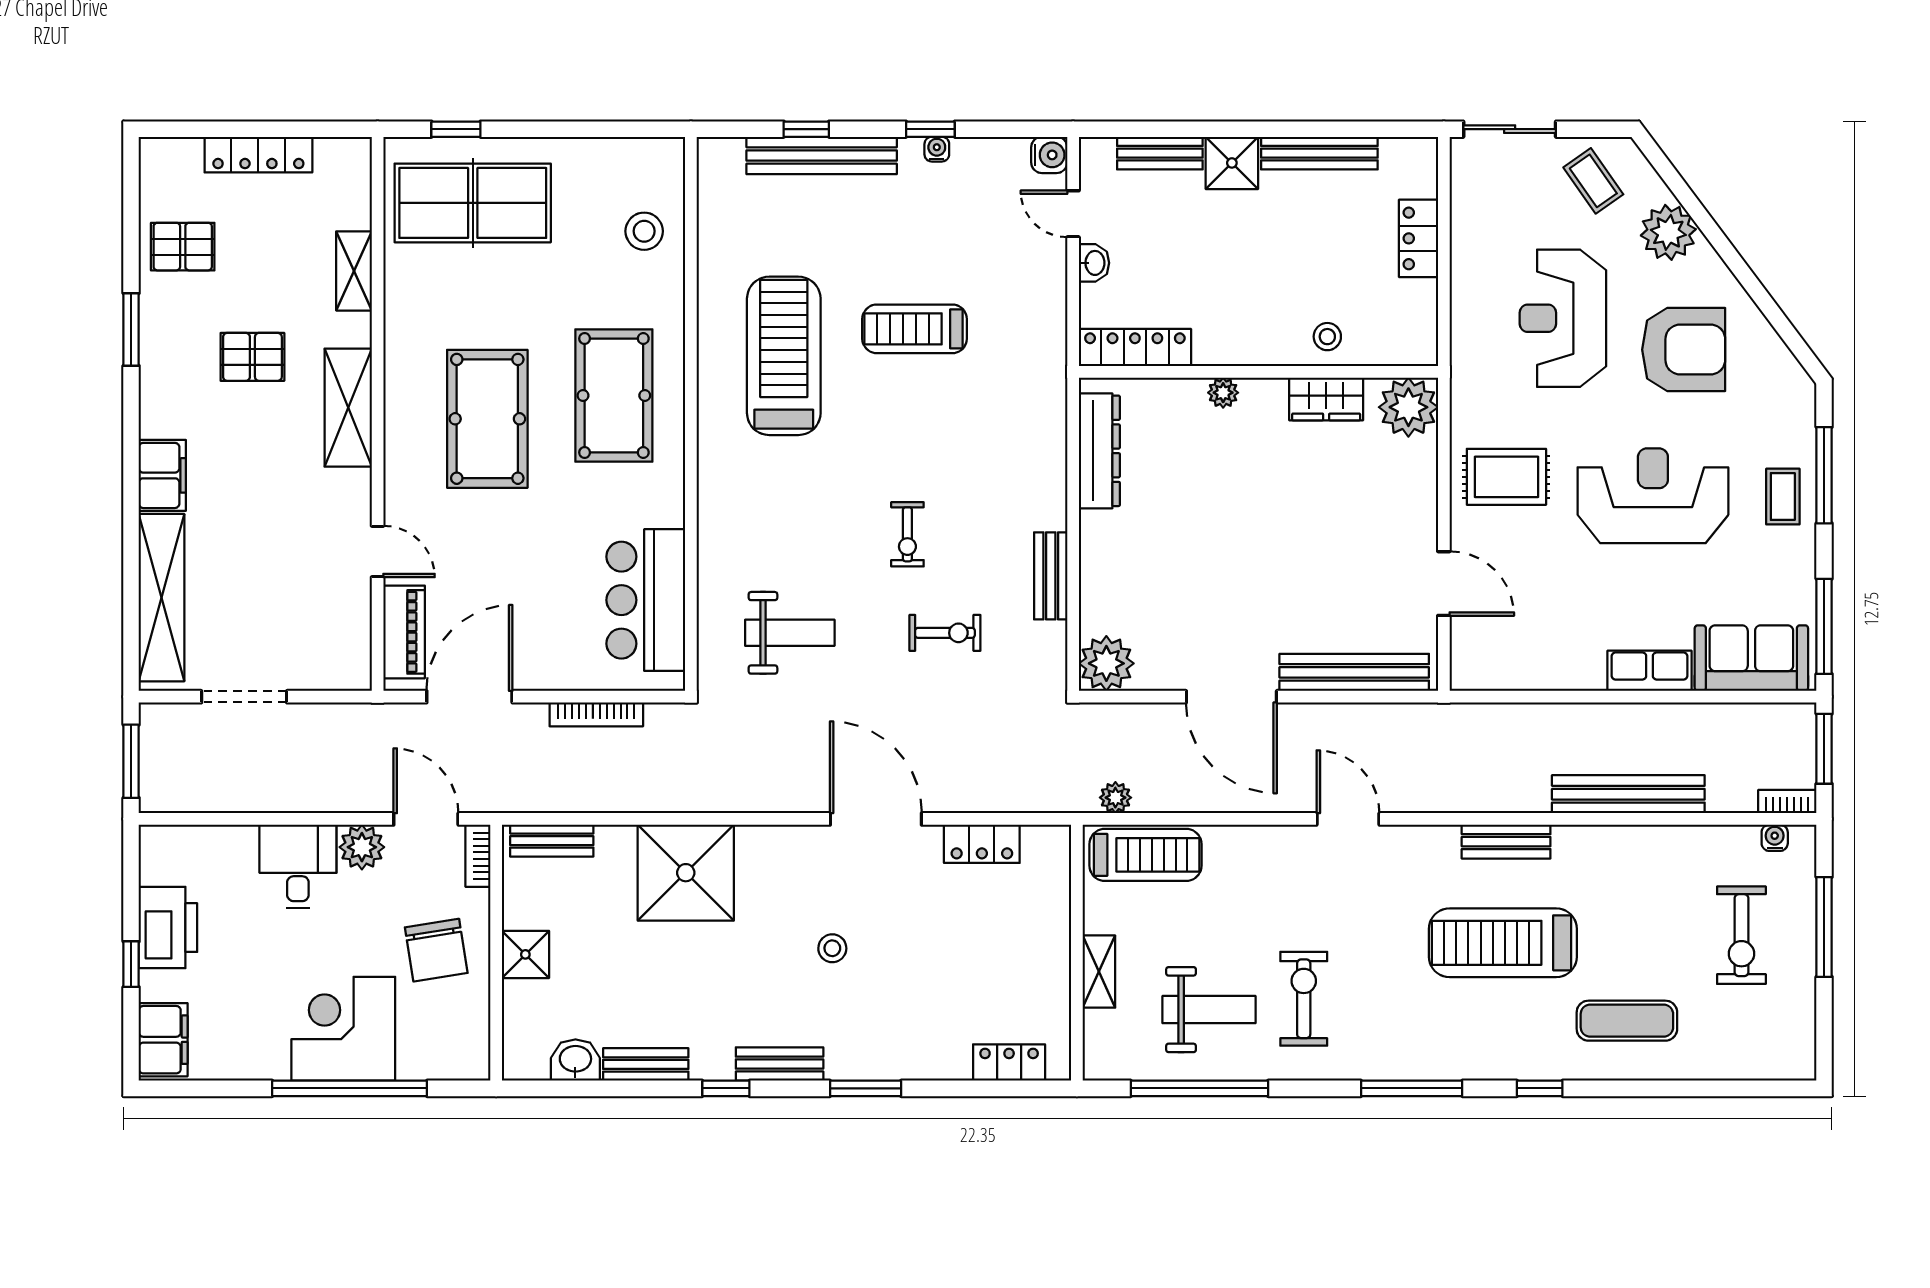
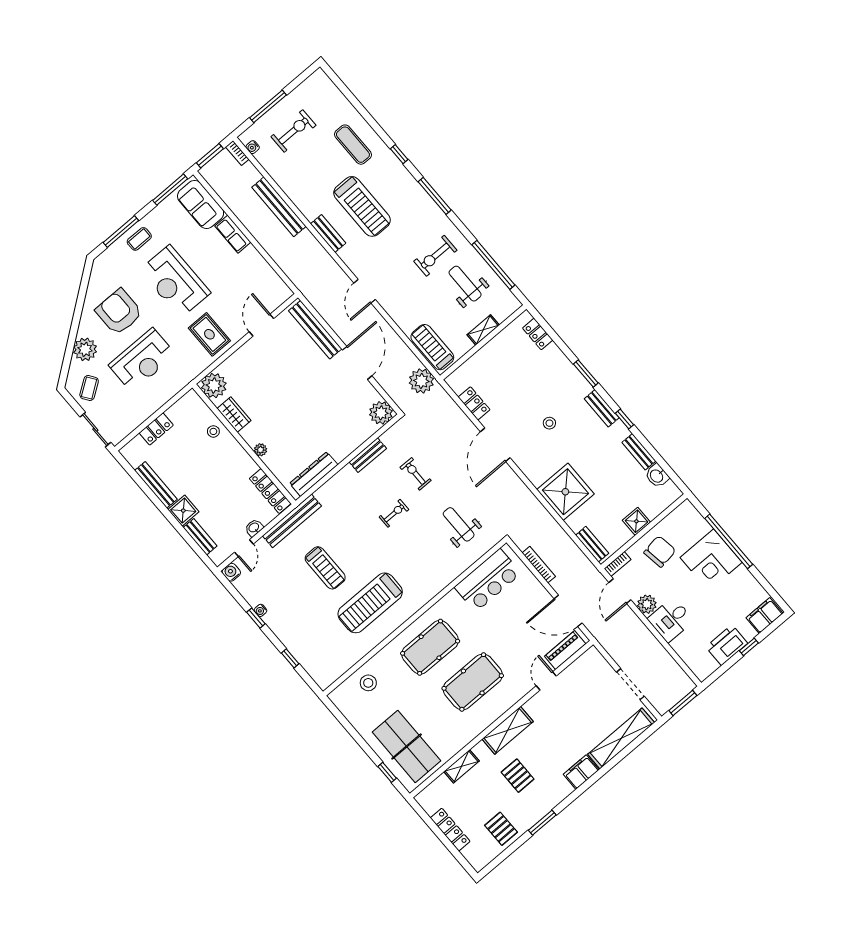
bench: (822, 155) -> (292, 521), moved, turned 90
plant: (1115, 798) -> (421, 381), width x1.88, depth x1.88

